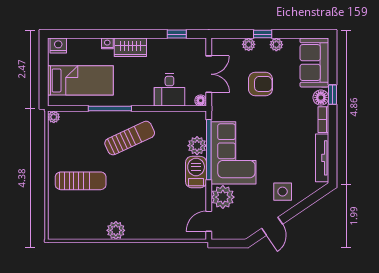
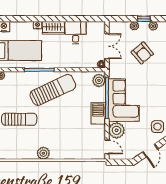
window: (177, 34) -> (85, 19), removed
armchair: (260, 84) -> (142, 53), turned 50
desk: (169, 90) -> (76, 33), moved, turned 180
sun lounger: (130, 138) -> (53, 90), width x1.36, depth x1.34
plant: (197, 146) -> (99, 80), moved
door: (209, 221) -> (107, 147), swing flipped

